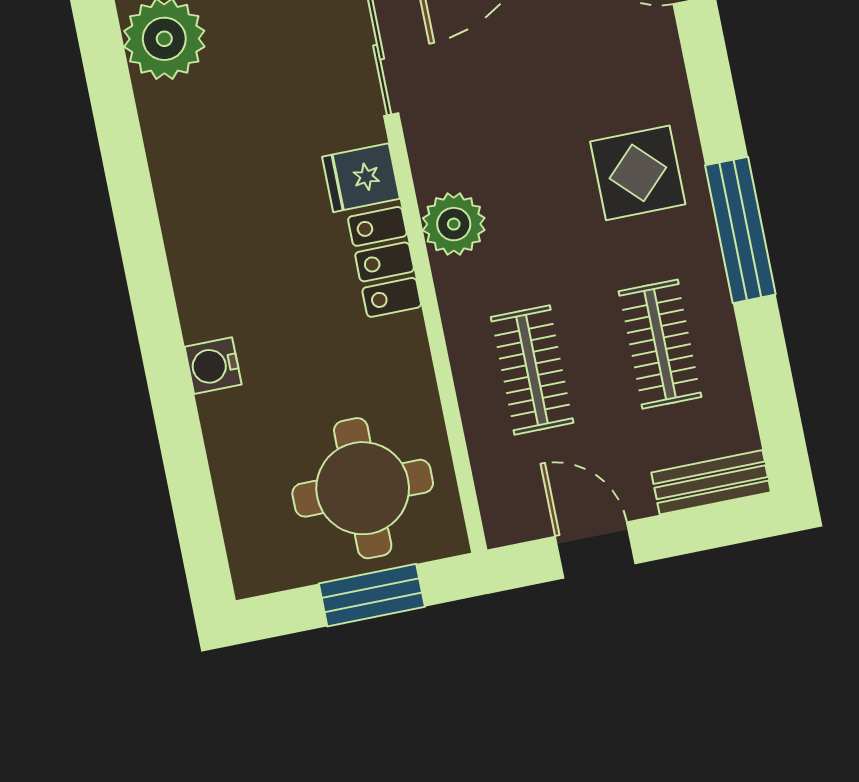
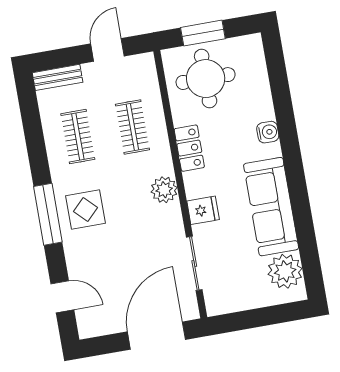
sofa: (201, 191) -> (271, 207), added
window: (740, 230) -> (48, 214), moved
locker: (385, 262) -> (189, 148), moved
door: (595, 550) -> (107, 50), swing flipped

